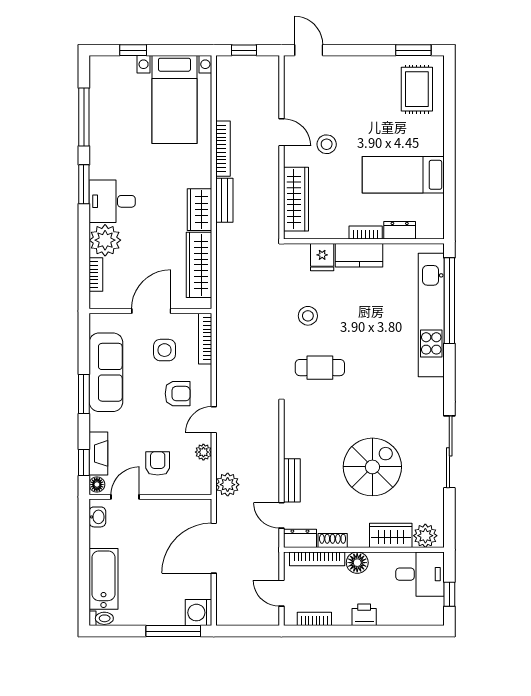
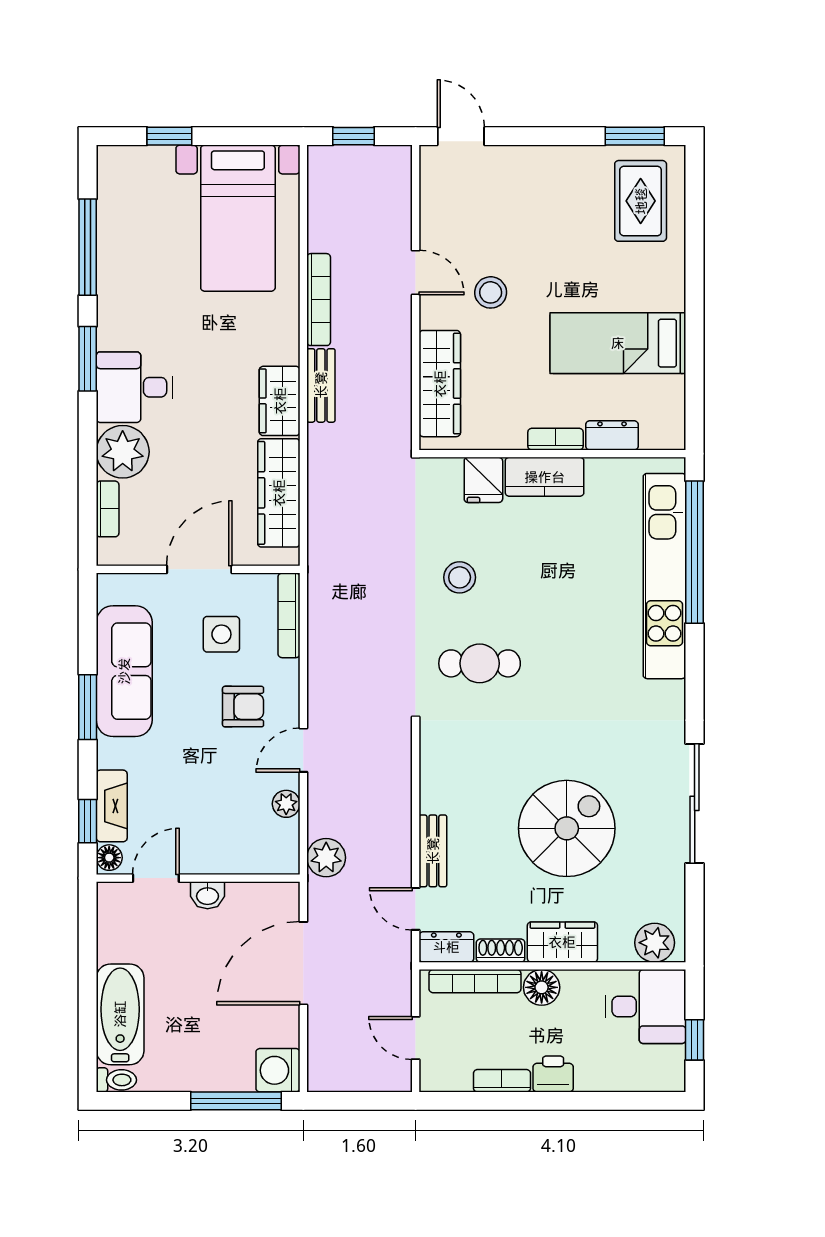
armchair: (158, 463) -> (210, 823), removed
washbasin: (97, 517) -> (208, 895), moved, turned 90
wardrobe: (391, 535) -> (562, 942), moved
bookcase: (314, 619) -> (502, 1081), moved

